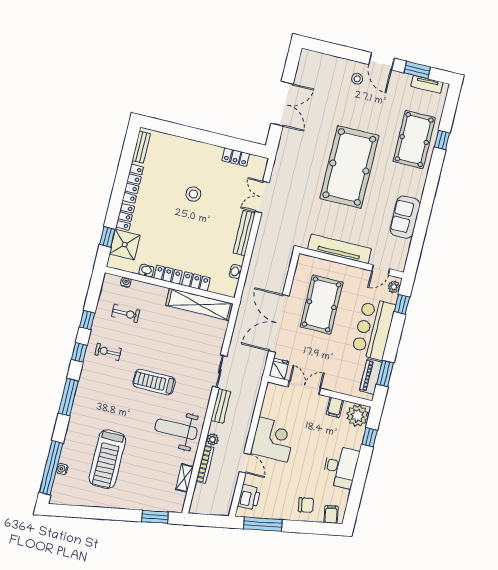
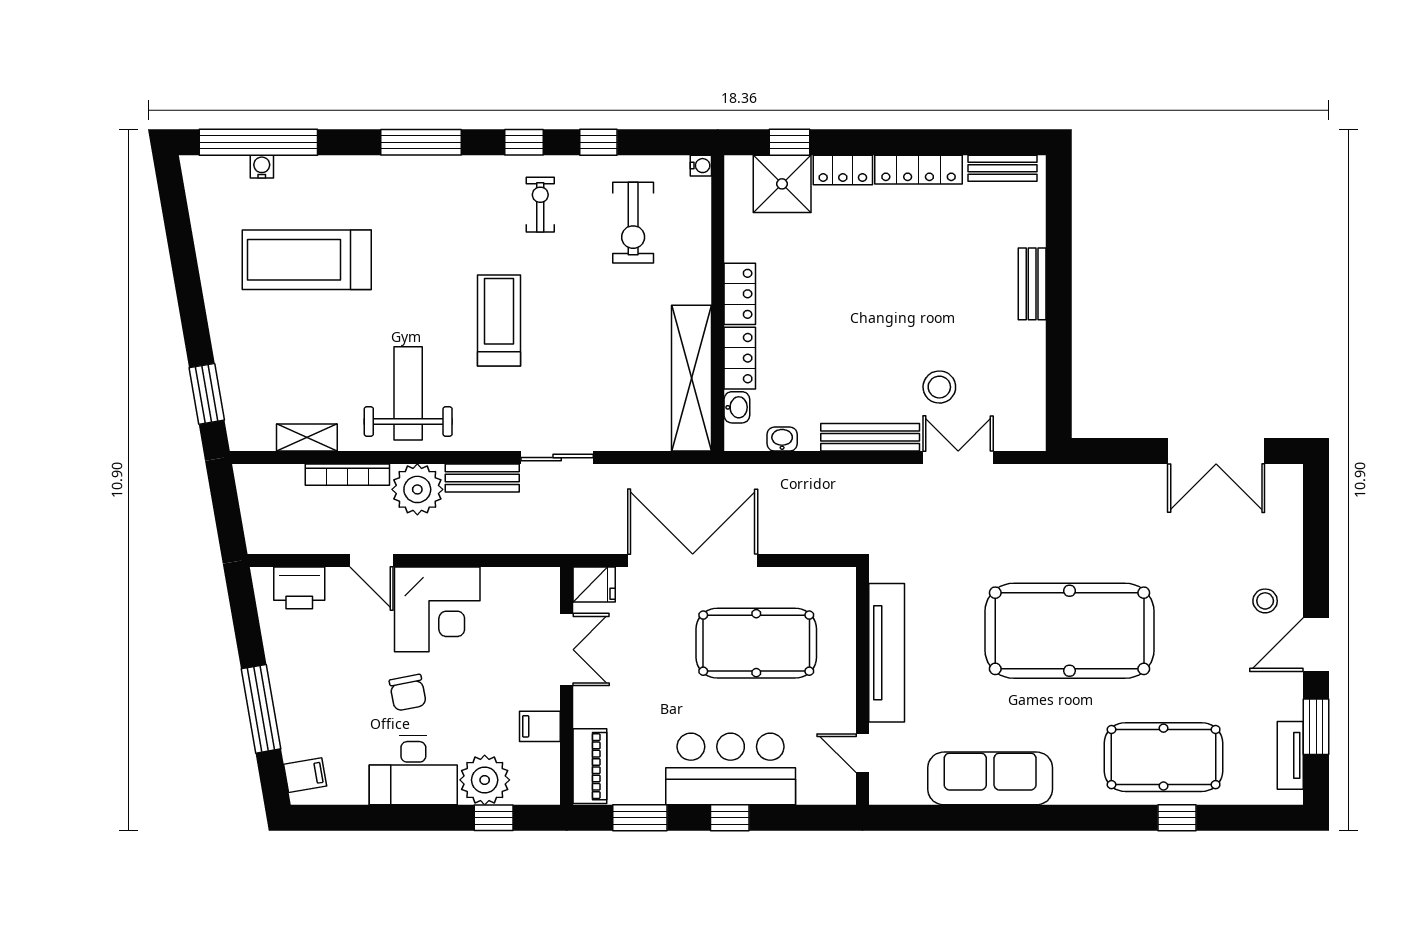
double door: (282, 104) -> (1216, 451), moved
bench: (195, 146) -> (1032, 284), added
locker: (236, 157) -> (1031, 379), removed
stool: (193, 194) -> (939, 387), moved
sofa: (405, 217) -> (990, 778), width x1.36
washbasin: (146, 271) -> (737, 407), moved
water cooler: (126, 282) -> (701, 166), moved
plant: (394, 287) -> (833, 791), removed
window: (402, 304) -> (730, 818), moved
exercise bike: (126, 313) -> (633, 223), width x1.38, depth x1.39
piano: (371, 377) -> (590, 766), moved, turned 90
plant: (357, 416) -> (485, 780), moved
plant: (212, 439) -> (417, 489), width x1.87, depth x1.87
door: (245, 463) -> (371, 560), hinge flipped
chair: (306, 505) -> (408, 693), moved
window: (263, 524) -> (261, 709), moved

